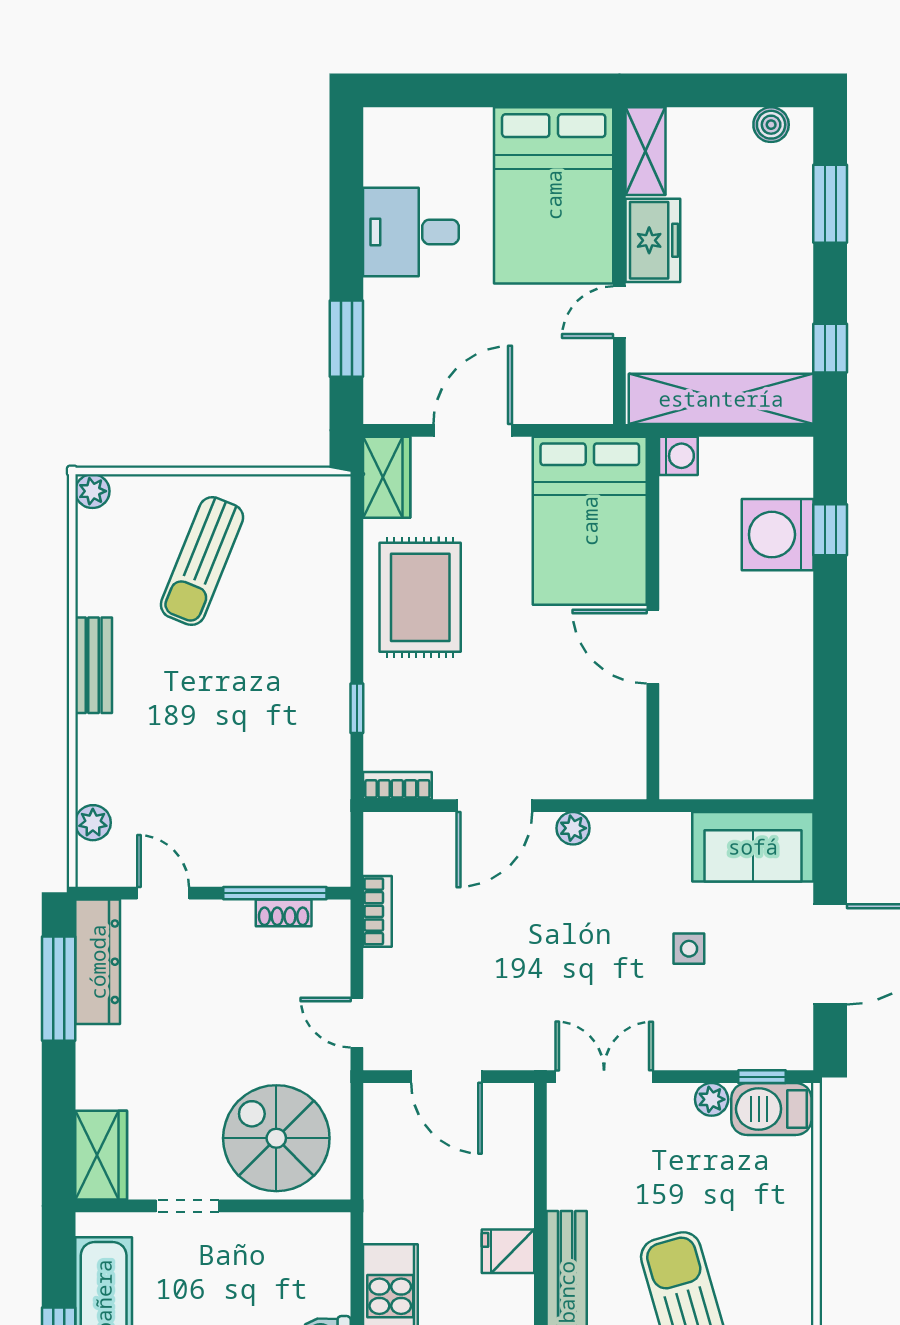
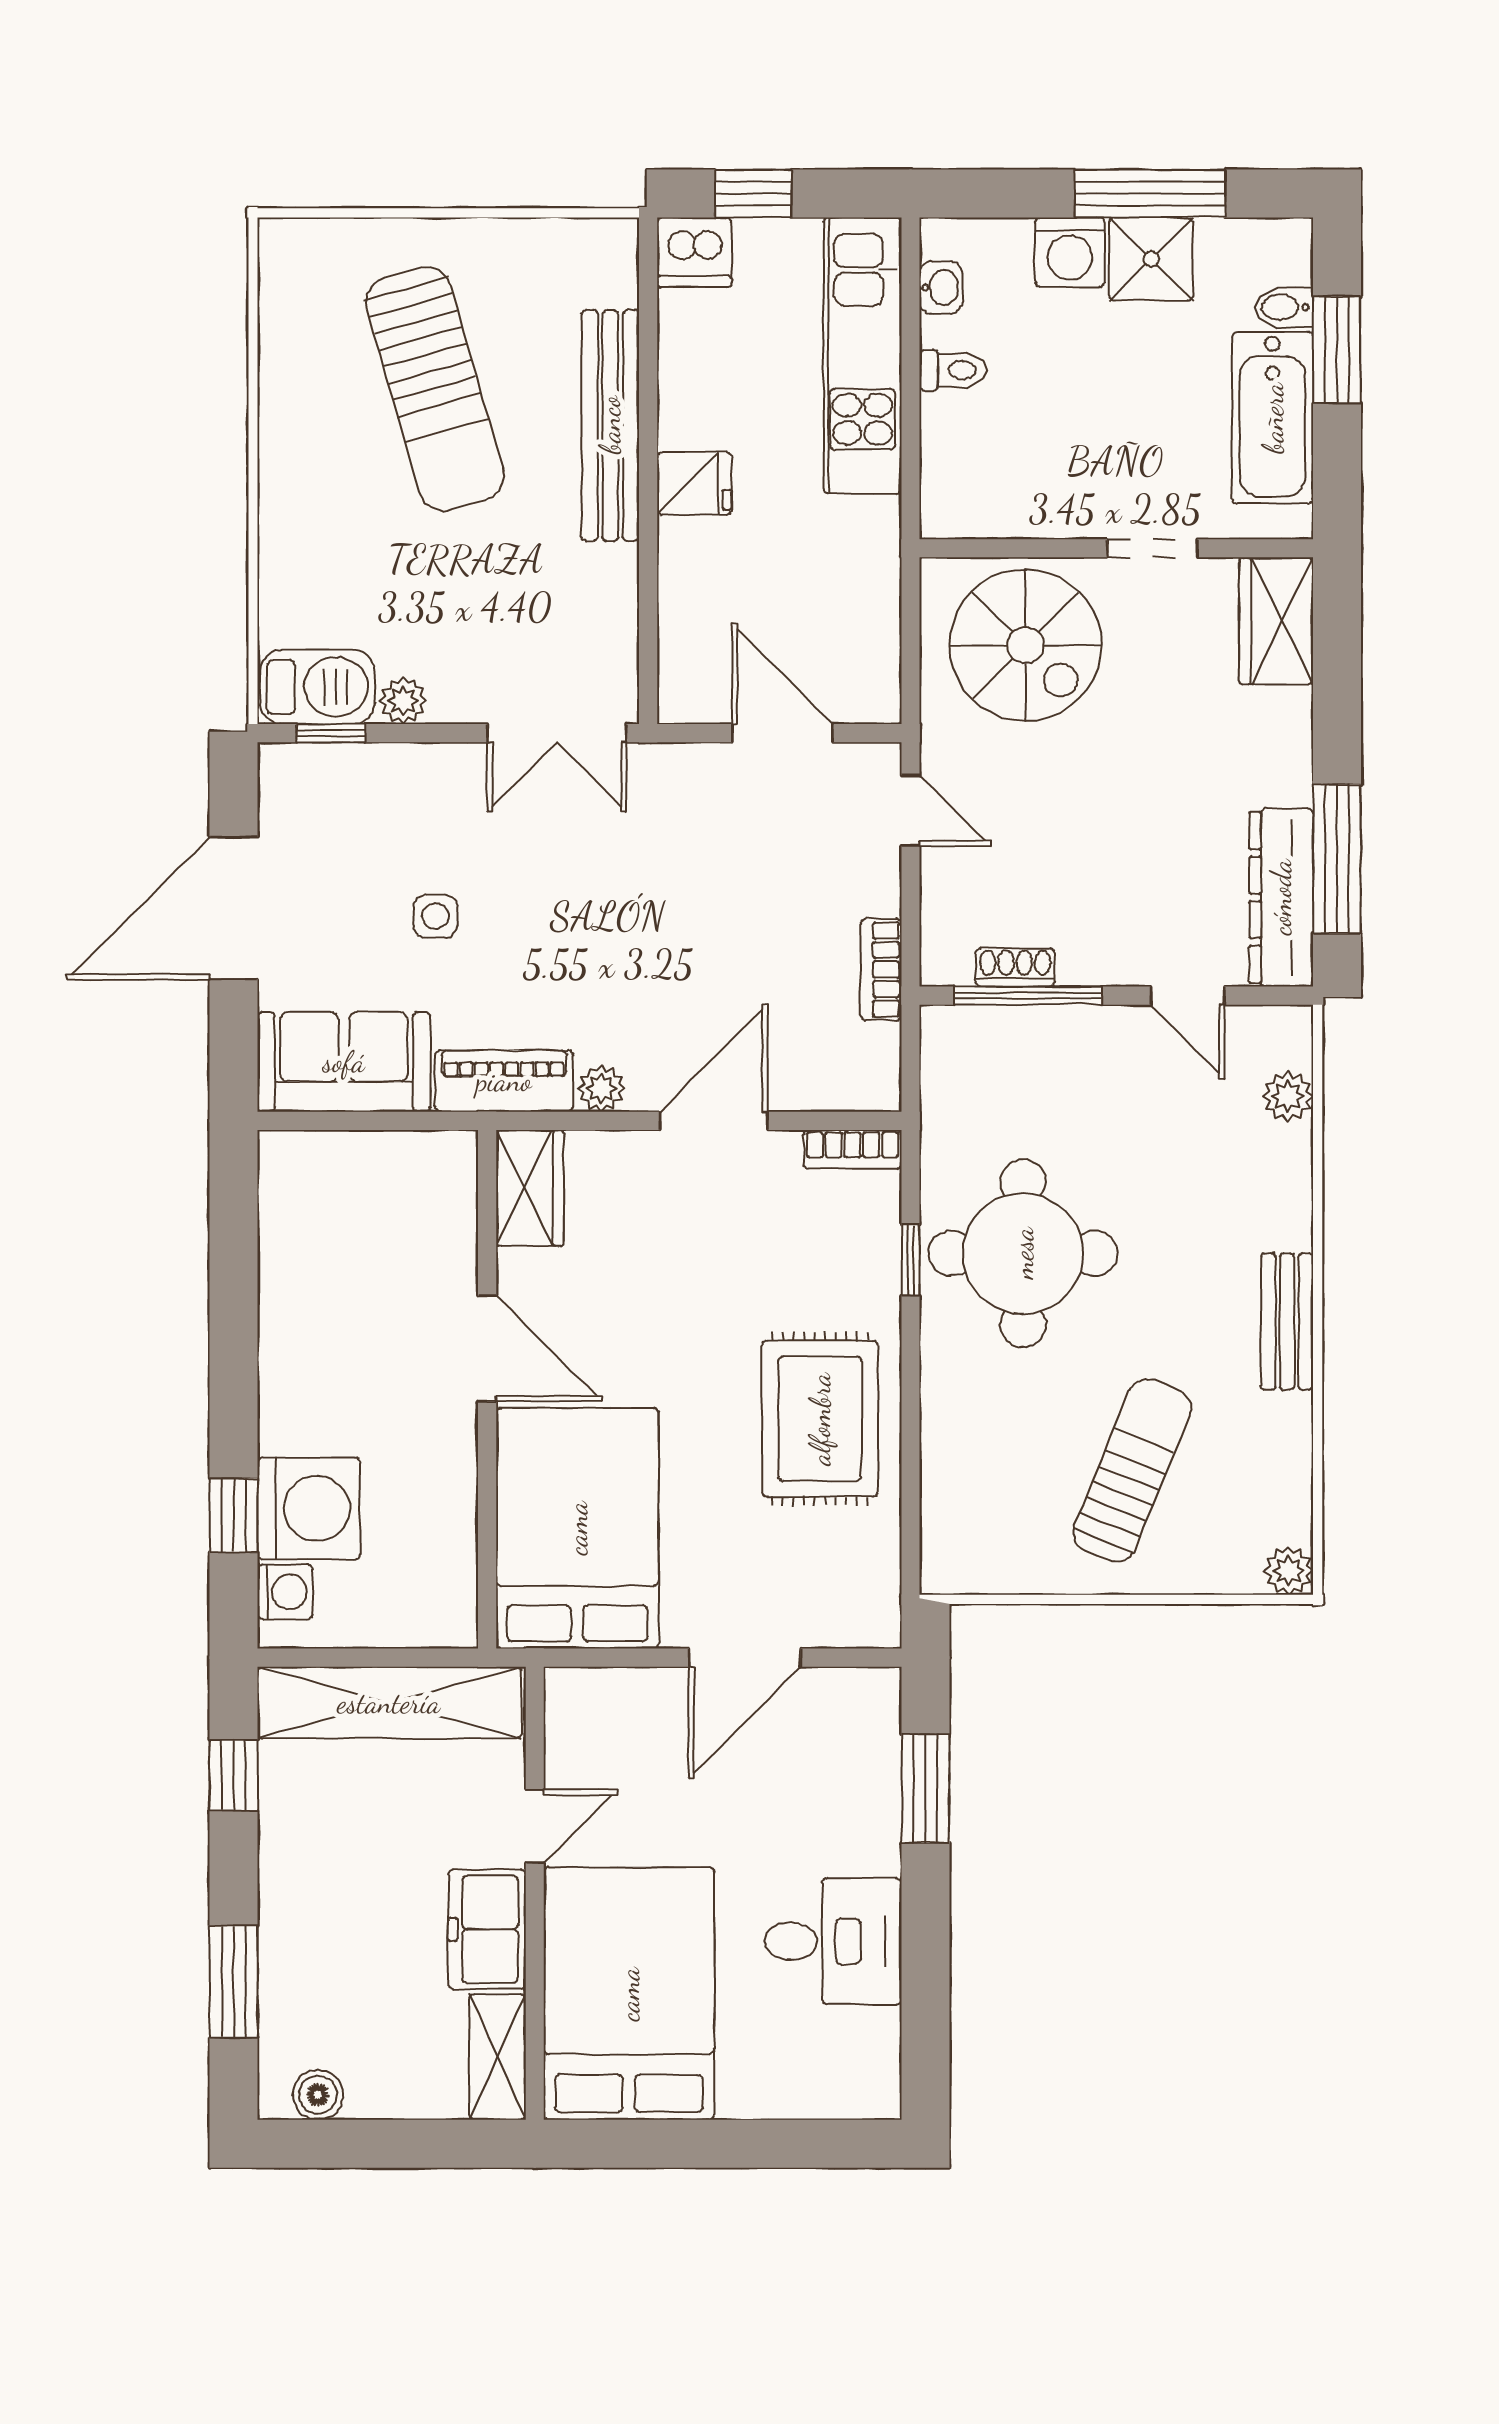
washing machine: (678, 456) -> (285, 1592), moved, turned 180
wardrobe: (387, 477) -> (530, 1188), moved, turned 180
round table: (278, 713) -> (1023, 1253), added
piano: (641, 833) -> (504, 1081), added

